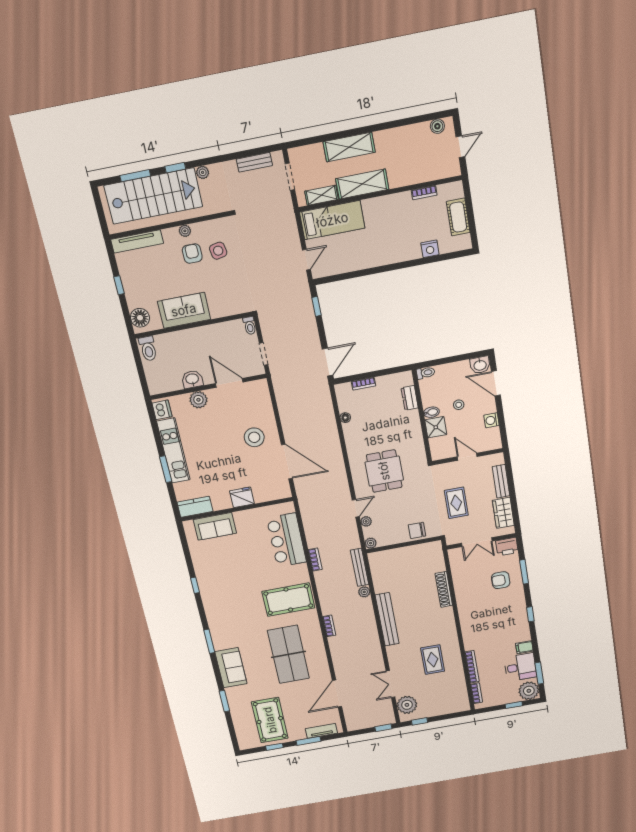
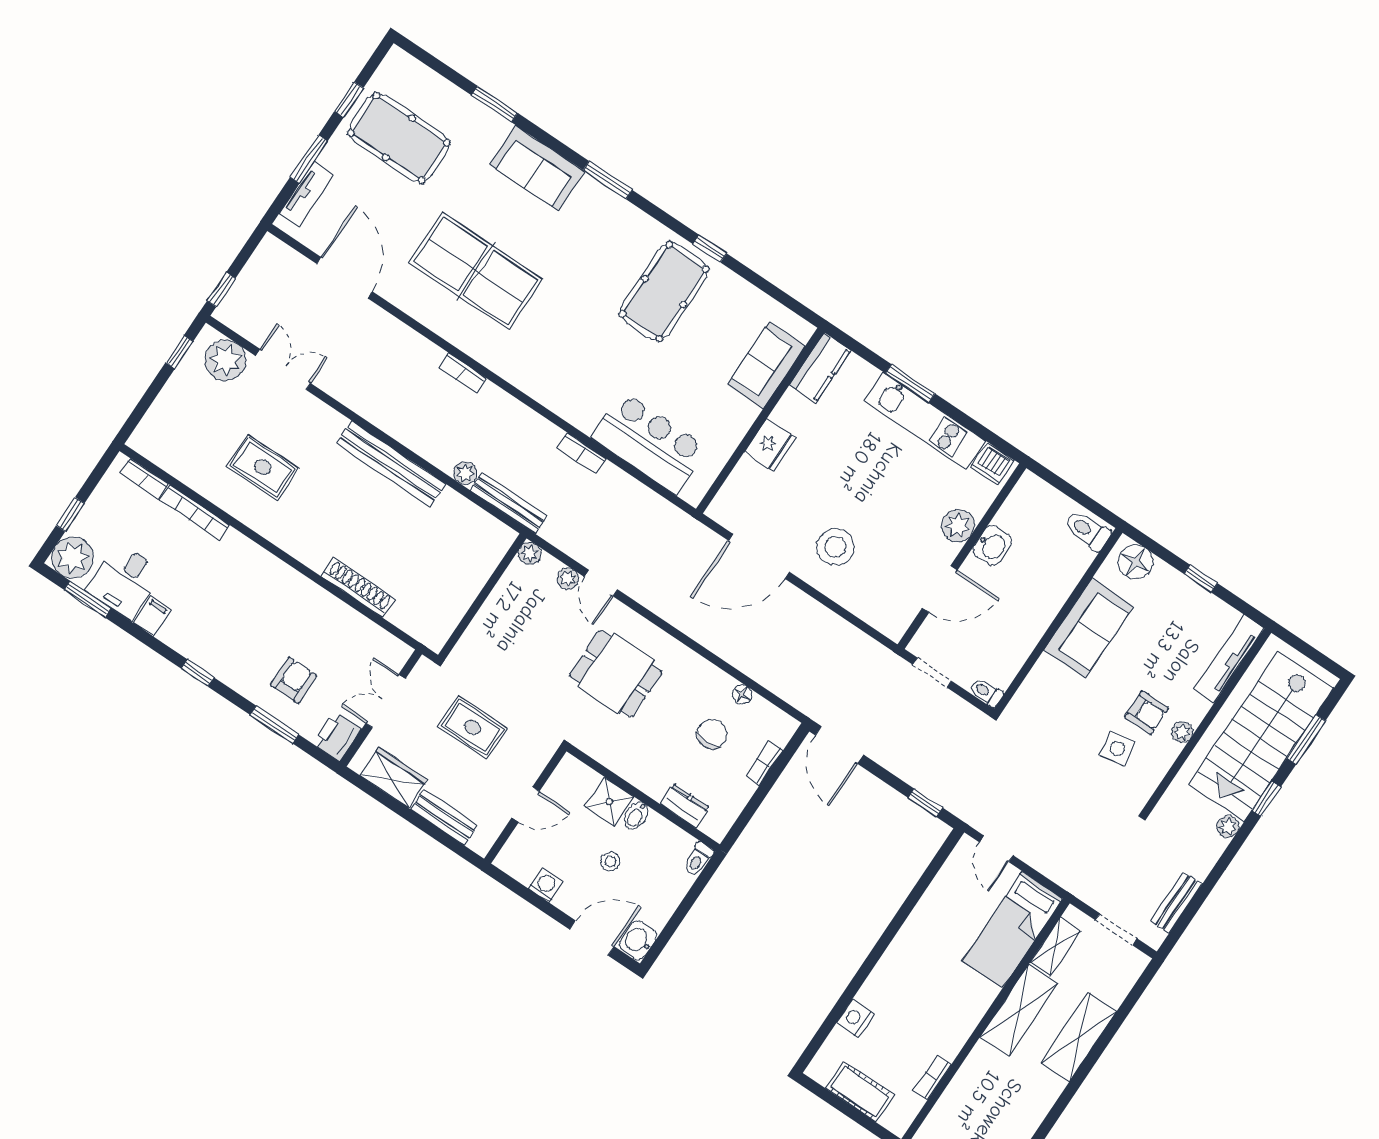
chair: (417, 530) -> (712, 734), moved
pool table: (288, 600) -> (664, 292), moved

